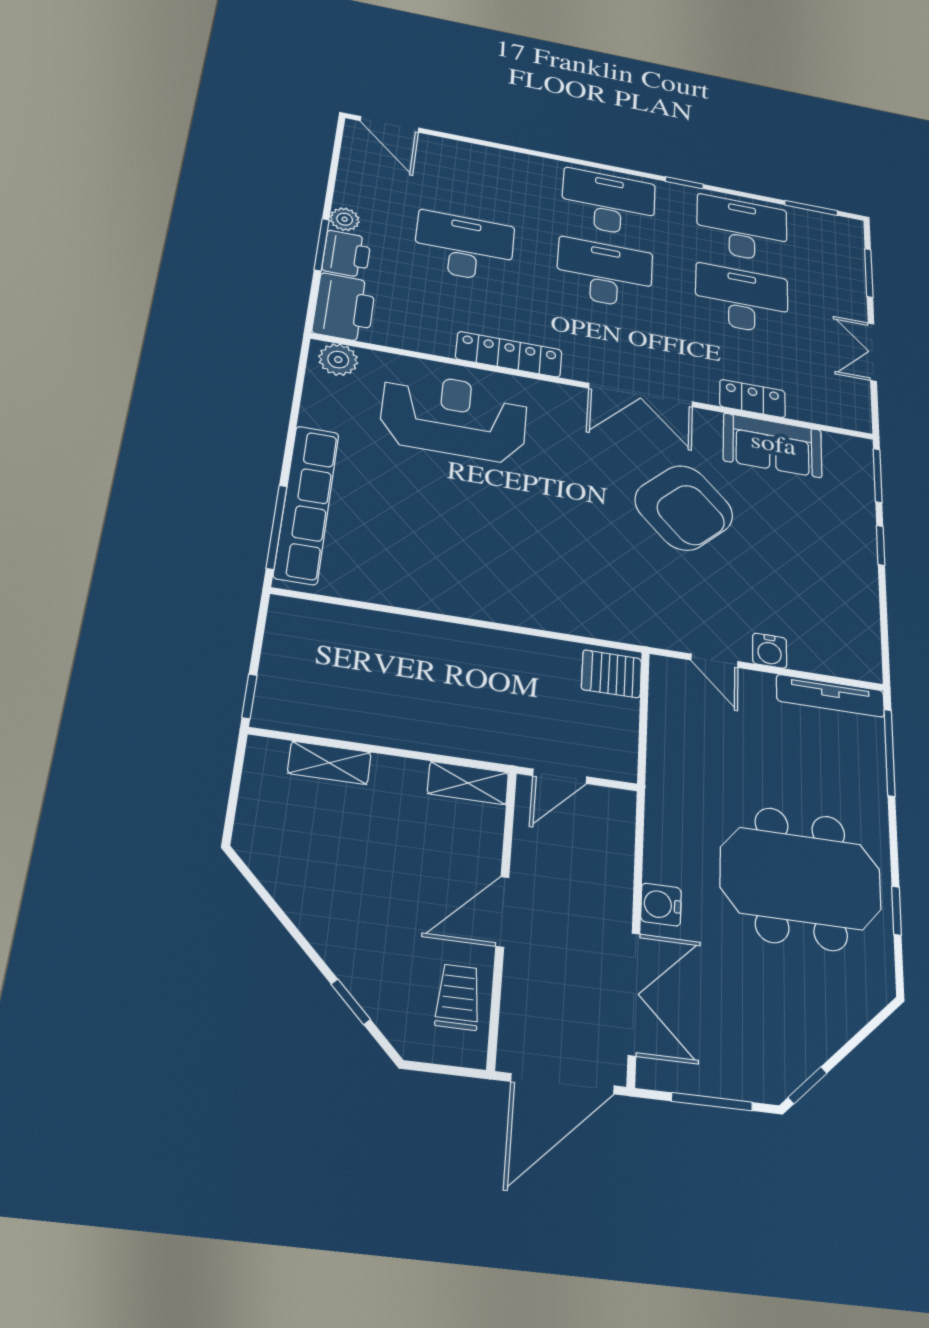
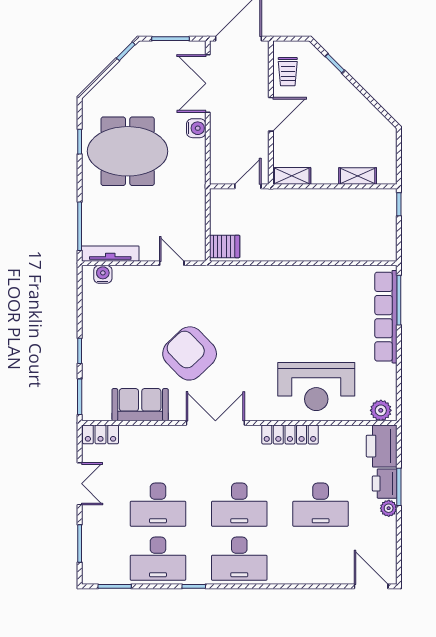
locker: (752, 399) -> (100, 434), moved
water cooler: (770, 651) -> (103, 274), moved

